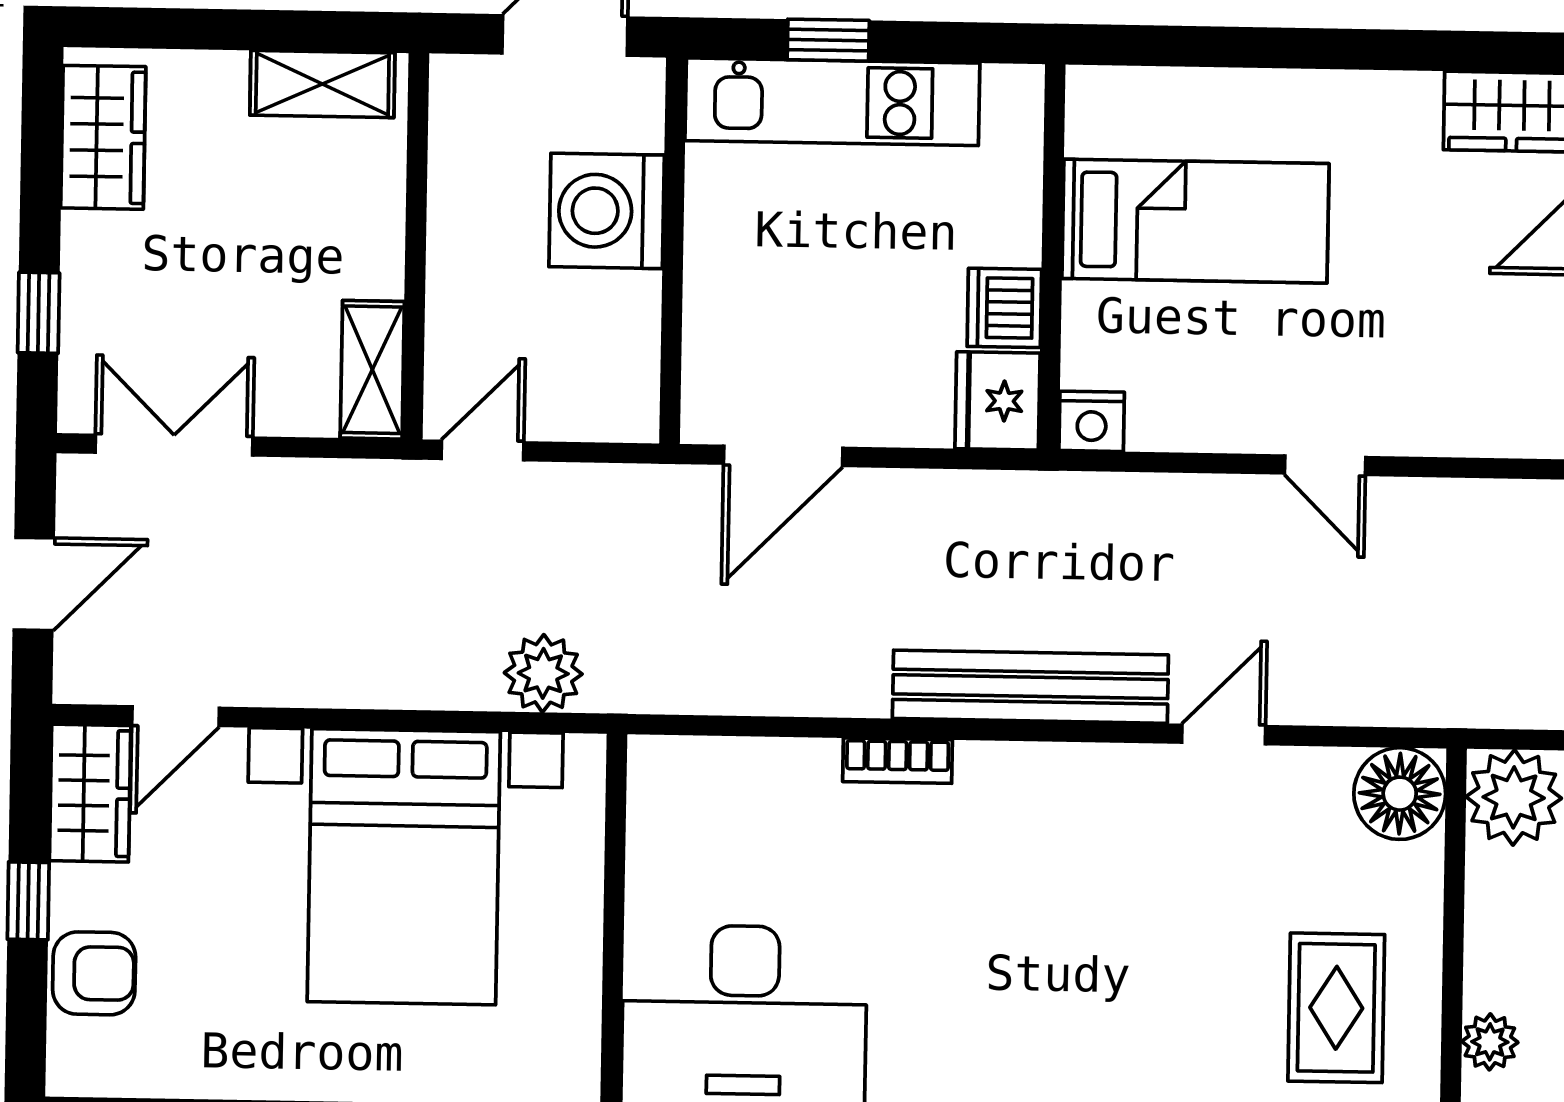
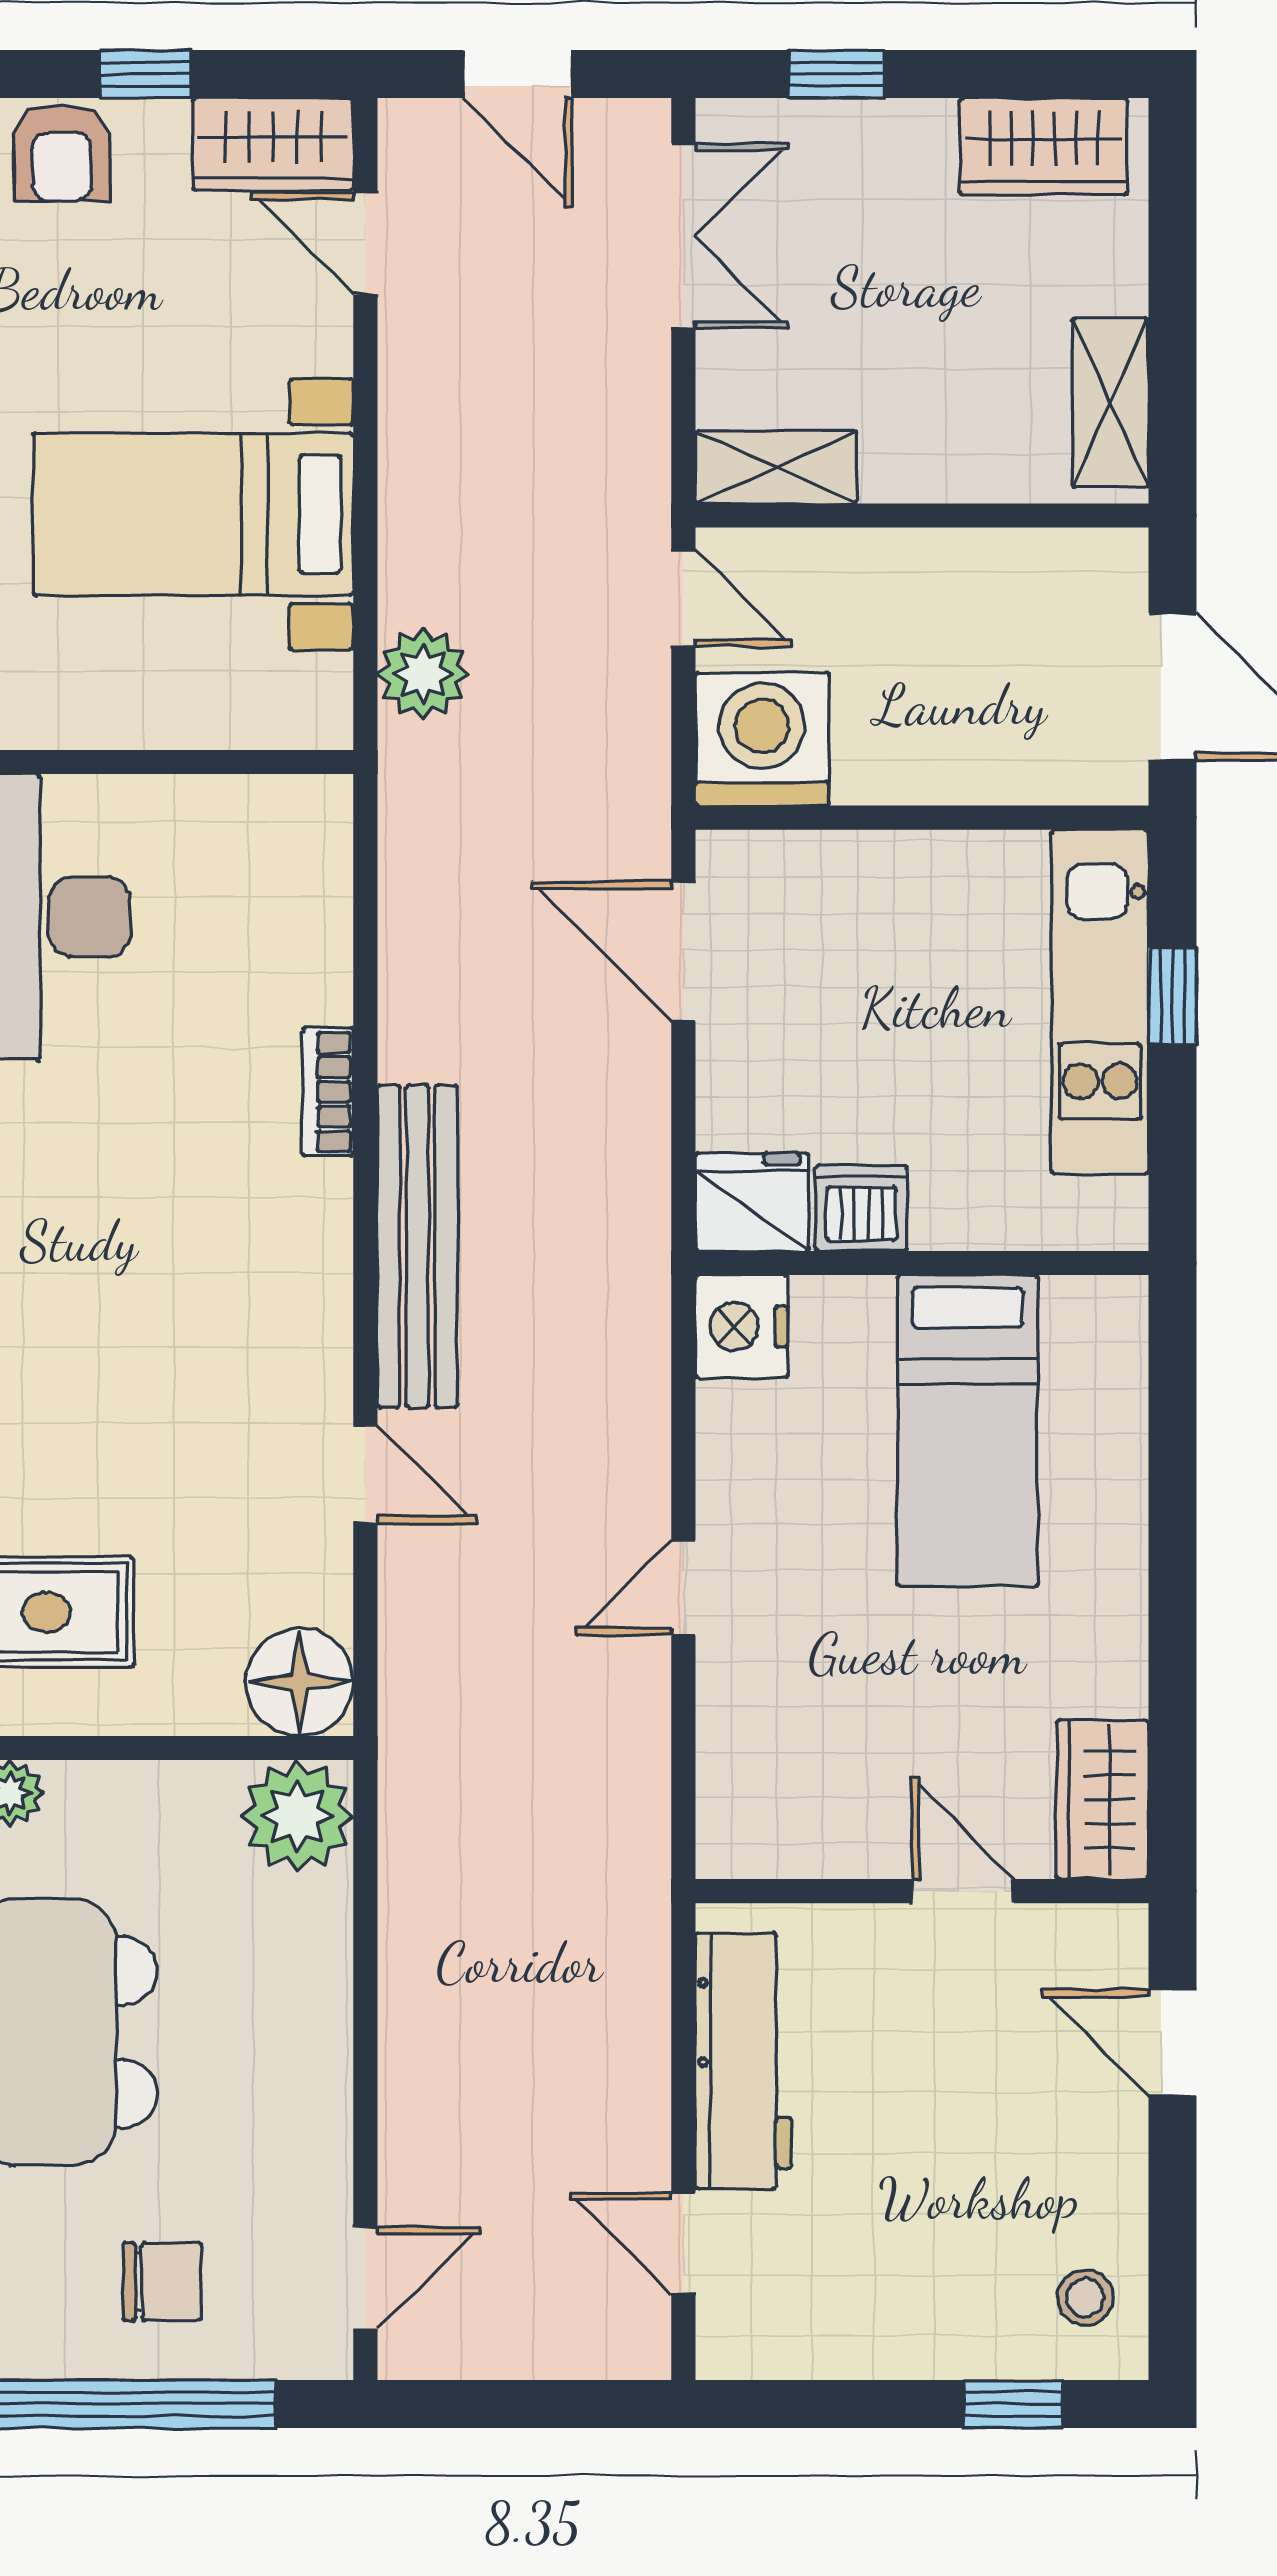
washing machine: (607, 211) -> (762, 739), moved
nightstand: (1092, 421) -> (742, 1326), width x1.36, depth x1.33
bed with nightstands: (404, 867) -> (193, 514), width x0.73

